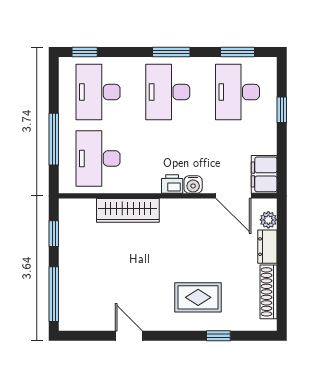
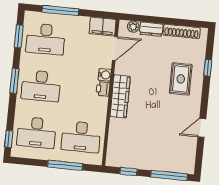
window: (282, 110) -> (60, 10), width x2.17
wardrobe: (128, 210) -> (120, 96), moved

